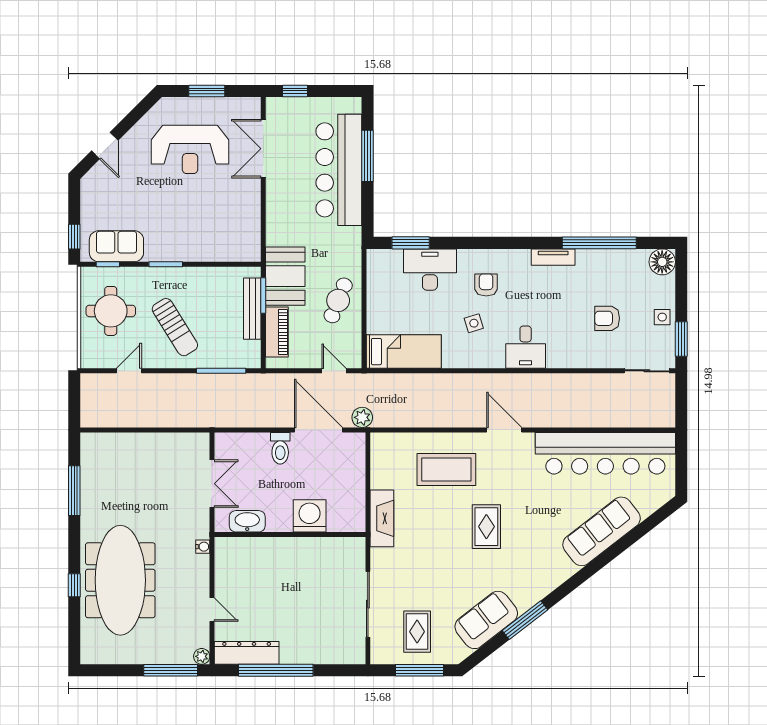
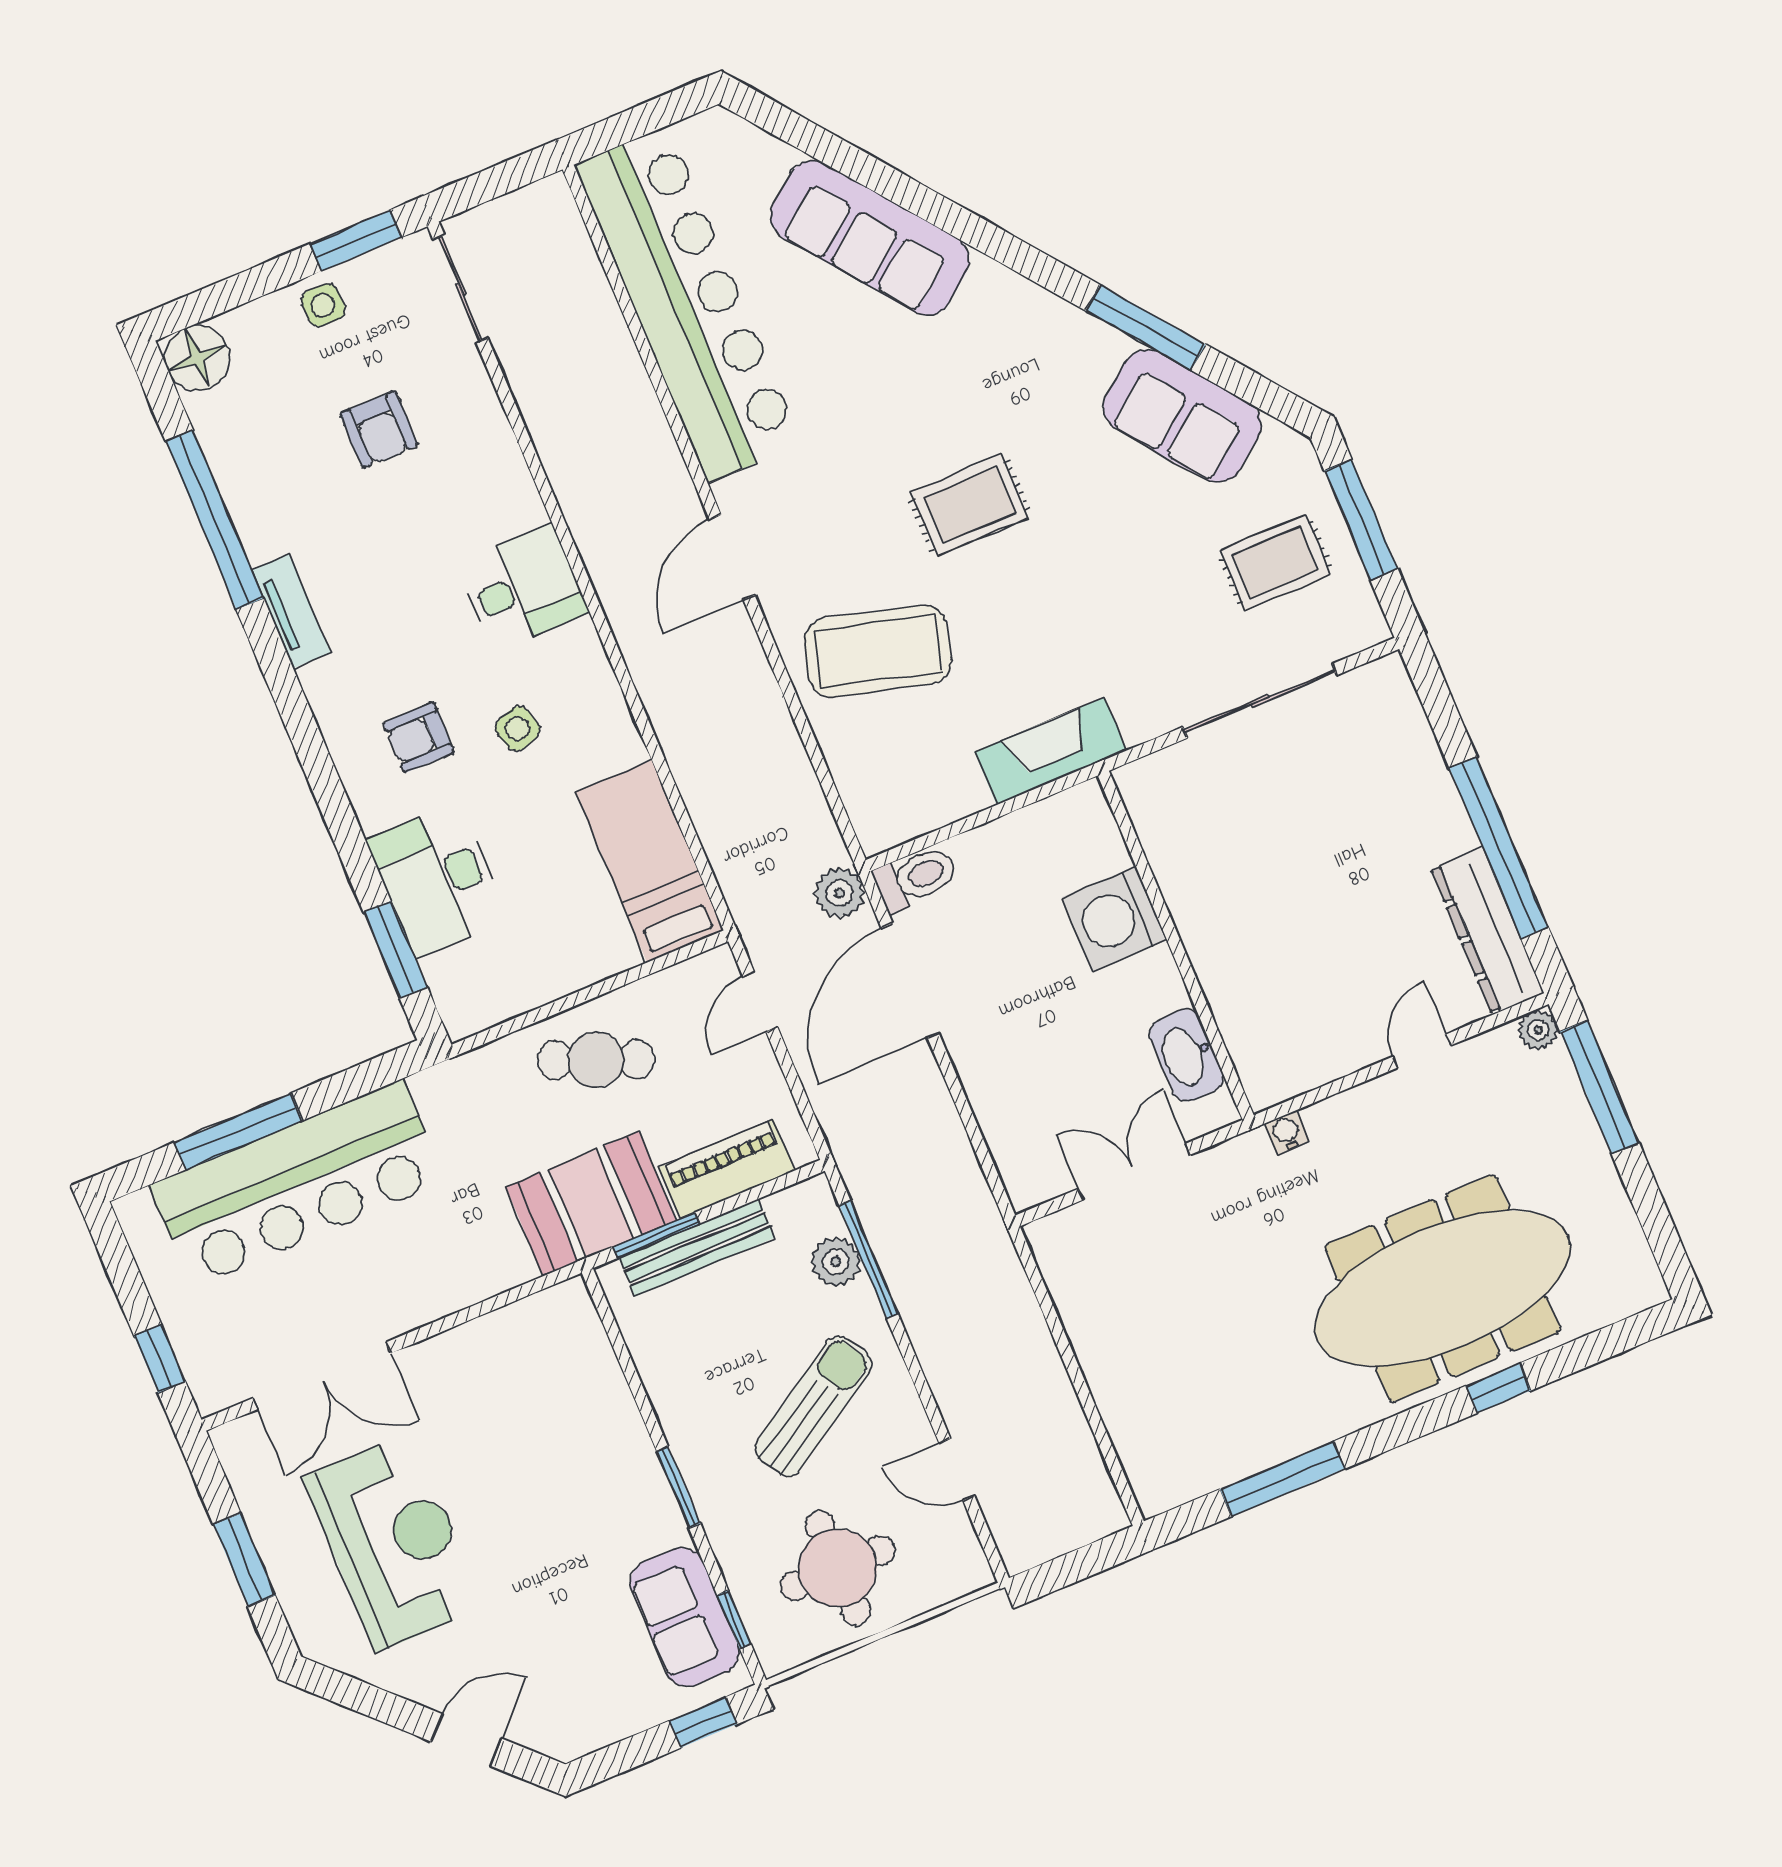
plant: (225, 358) -> (836, 1262), added
toilet: (280, 448) -> (916, 878), moved
coffee table: (446, 470) -> (878, 651), turned -75

